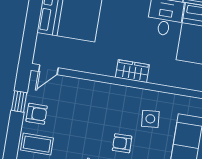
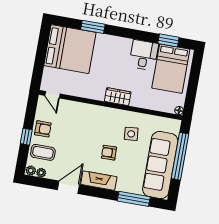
door: (48, 70) -> (52, 95), hinge flipped
window: (19, 102) -> (26, 137), moved

